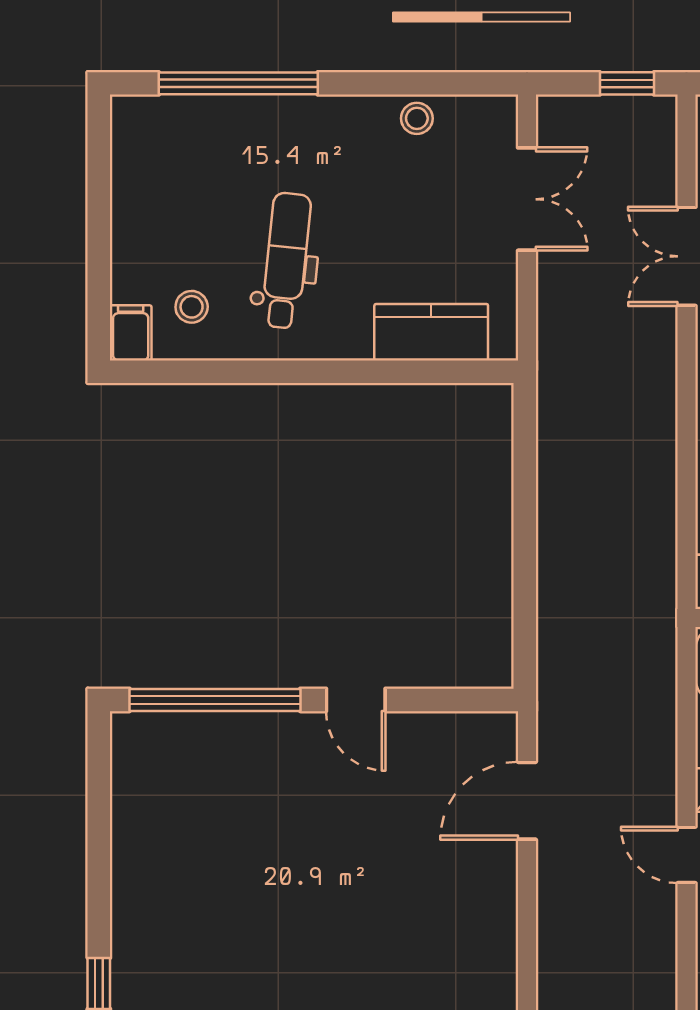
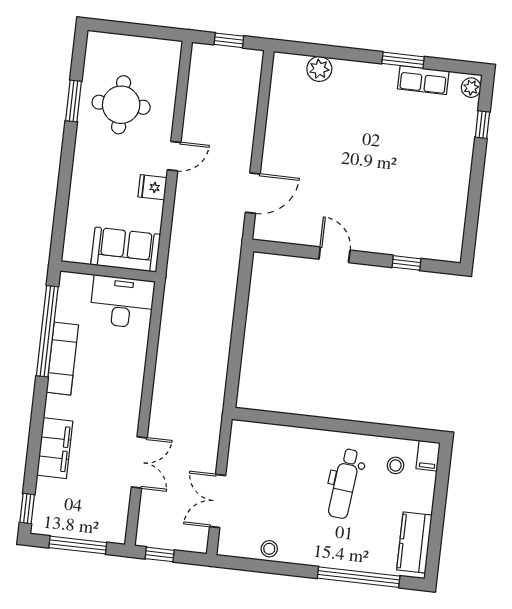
kitchen counter: (431, 332) -> (414, 543), moved, turned 90
window: (215, 700) -> (406, 263), width x0.32
door: (687, 855) -> (174, 156), hinge flipped

